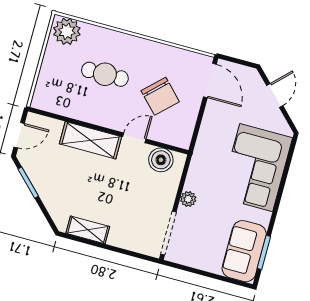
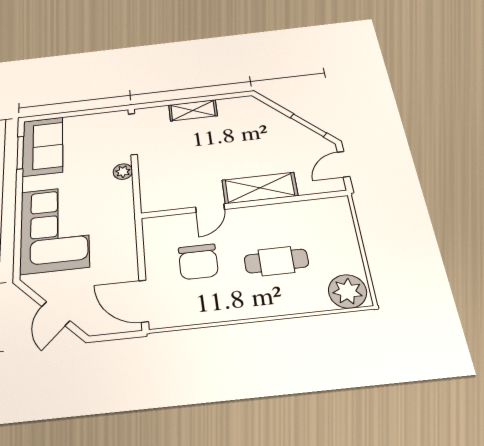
chair: (160, 96) -> (198, 262), turned -136
boiler: (161, 160) -> (170, 198), removed
shelving: (88, 230) -> (193, 110), moved

